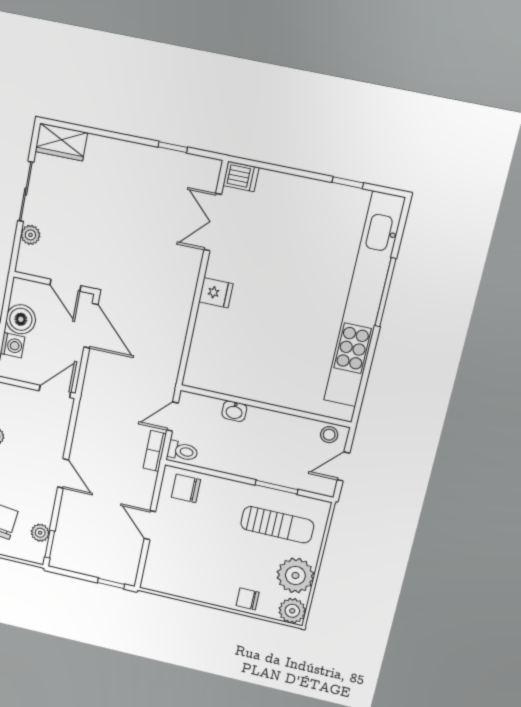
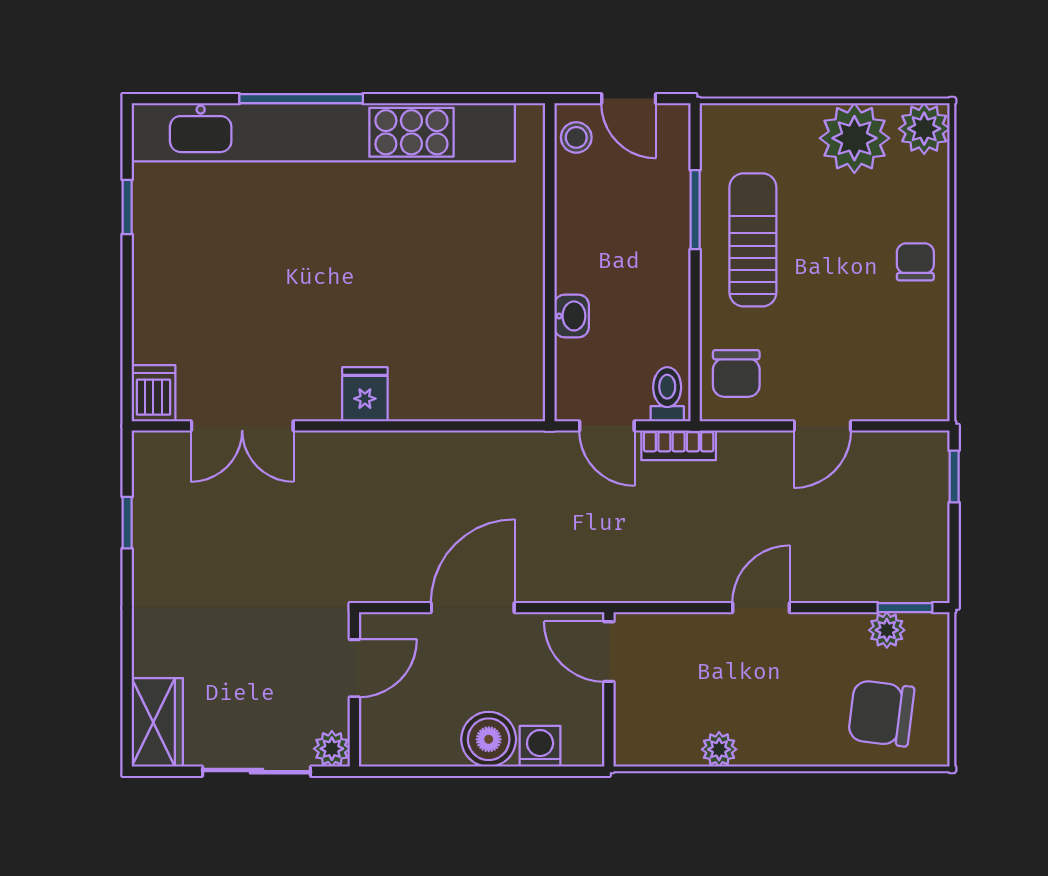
wall: (54, 283) -> (354, 689), moved
door: (65, 285) -> (354, 668), moved
sun lounger: (277, 525) -> (753, 240), moved
chair: (248, 599) -> (915, 262), moved, turned 180

